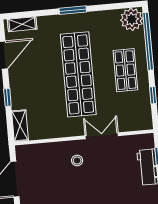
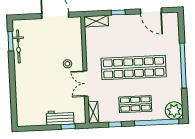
window: (73, 10) -> (183, 66), width x2.11
shelving: (22, 24) -> (93, 112), moved
double door: (102, 136) -> (86, 84), swing flipped

